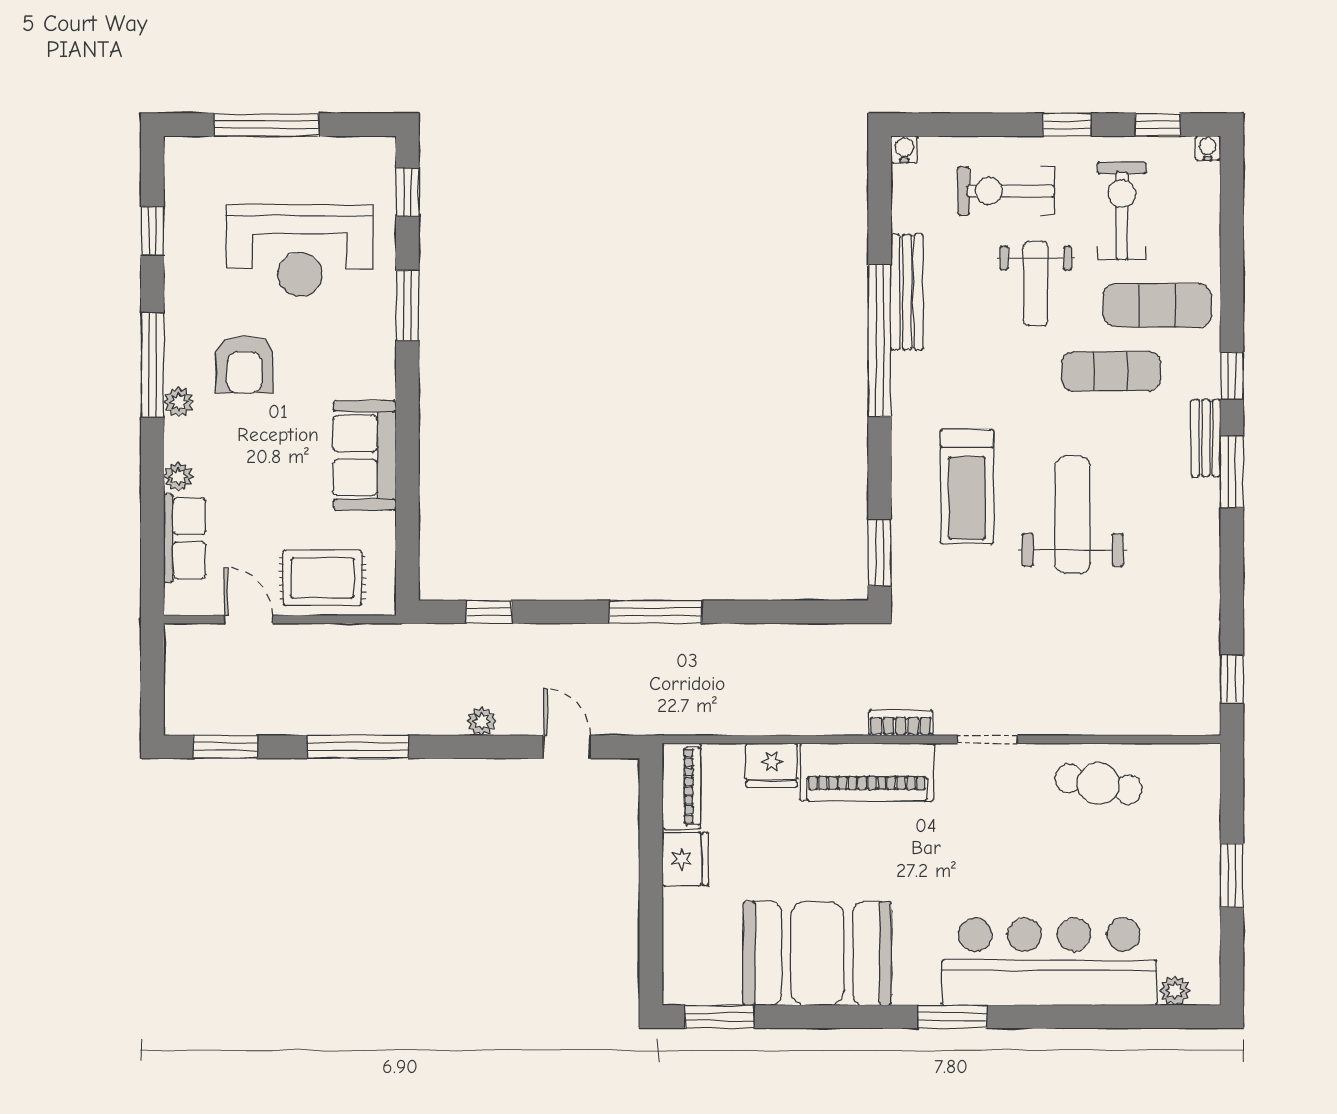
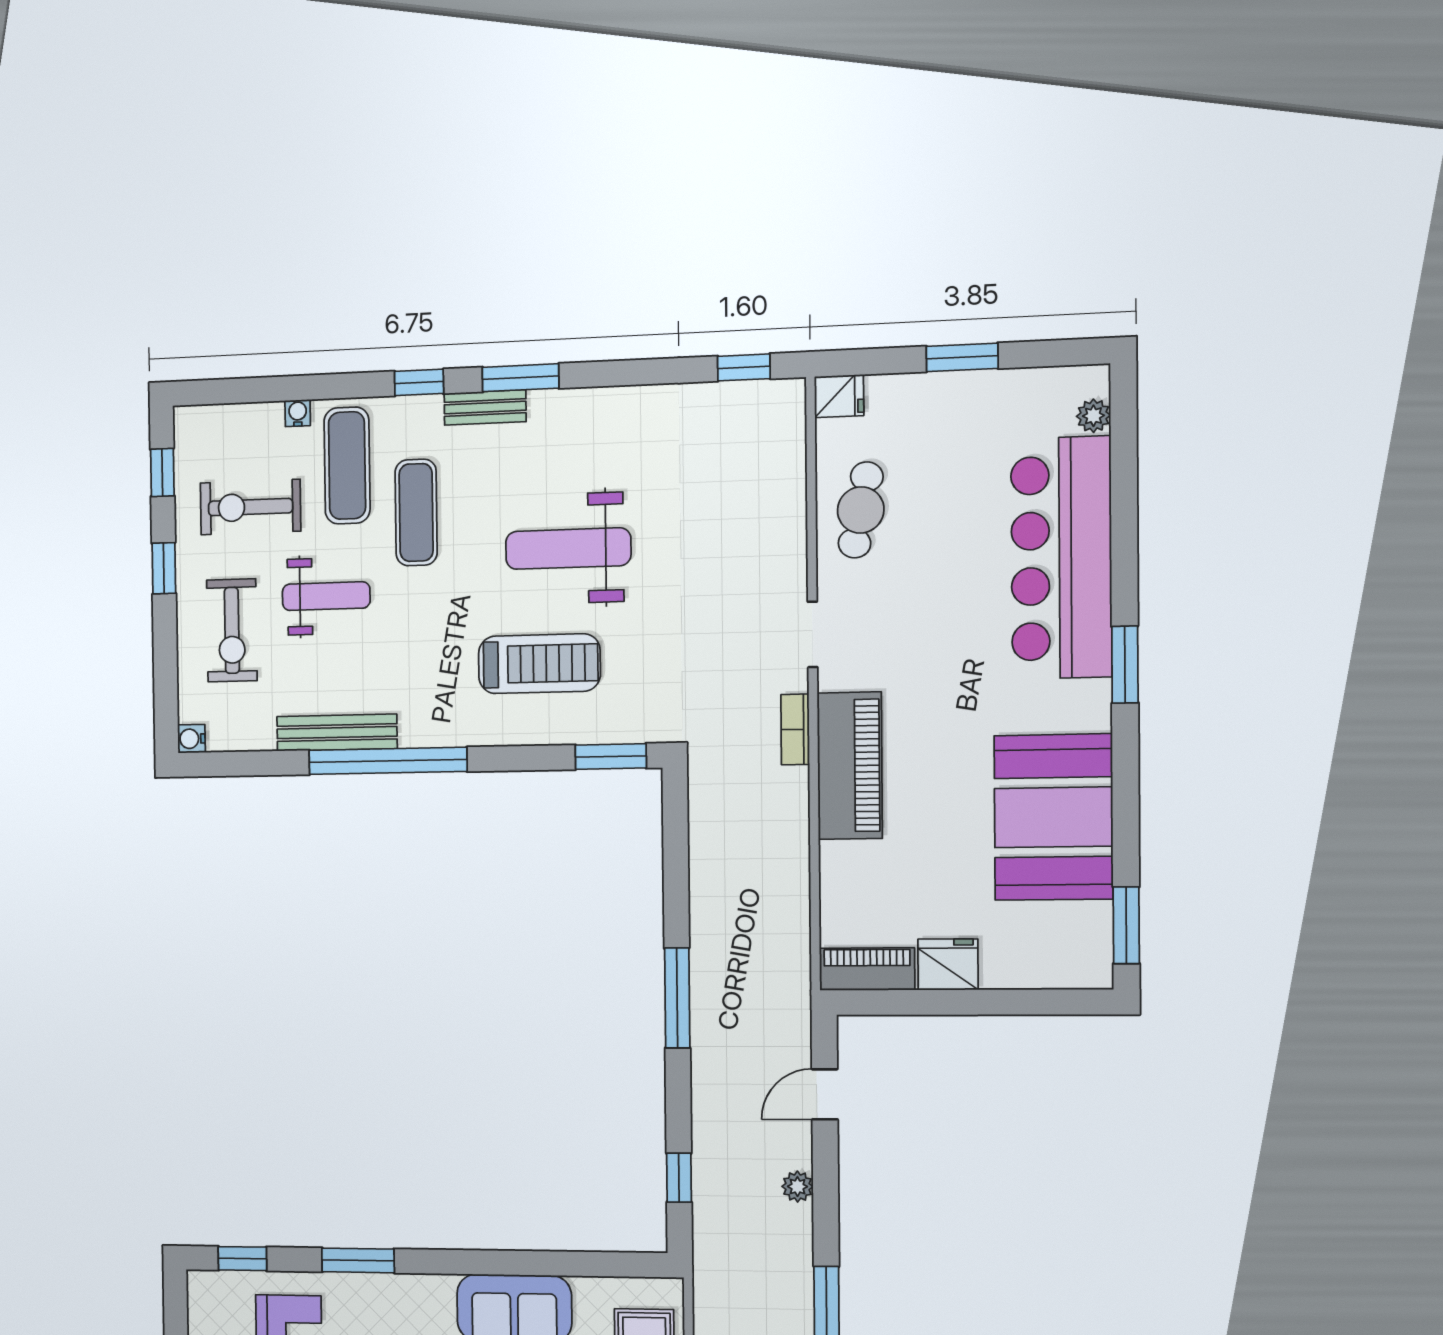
water cooler: (1208, 148) -> (298, 413), moved, turned 90
fridge: (772, 765) -> (839, 396), moved, width x0.72

